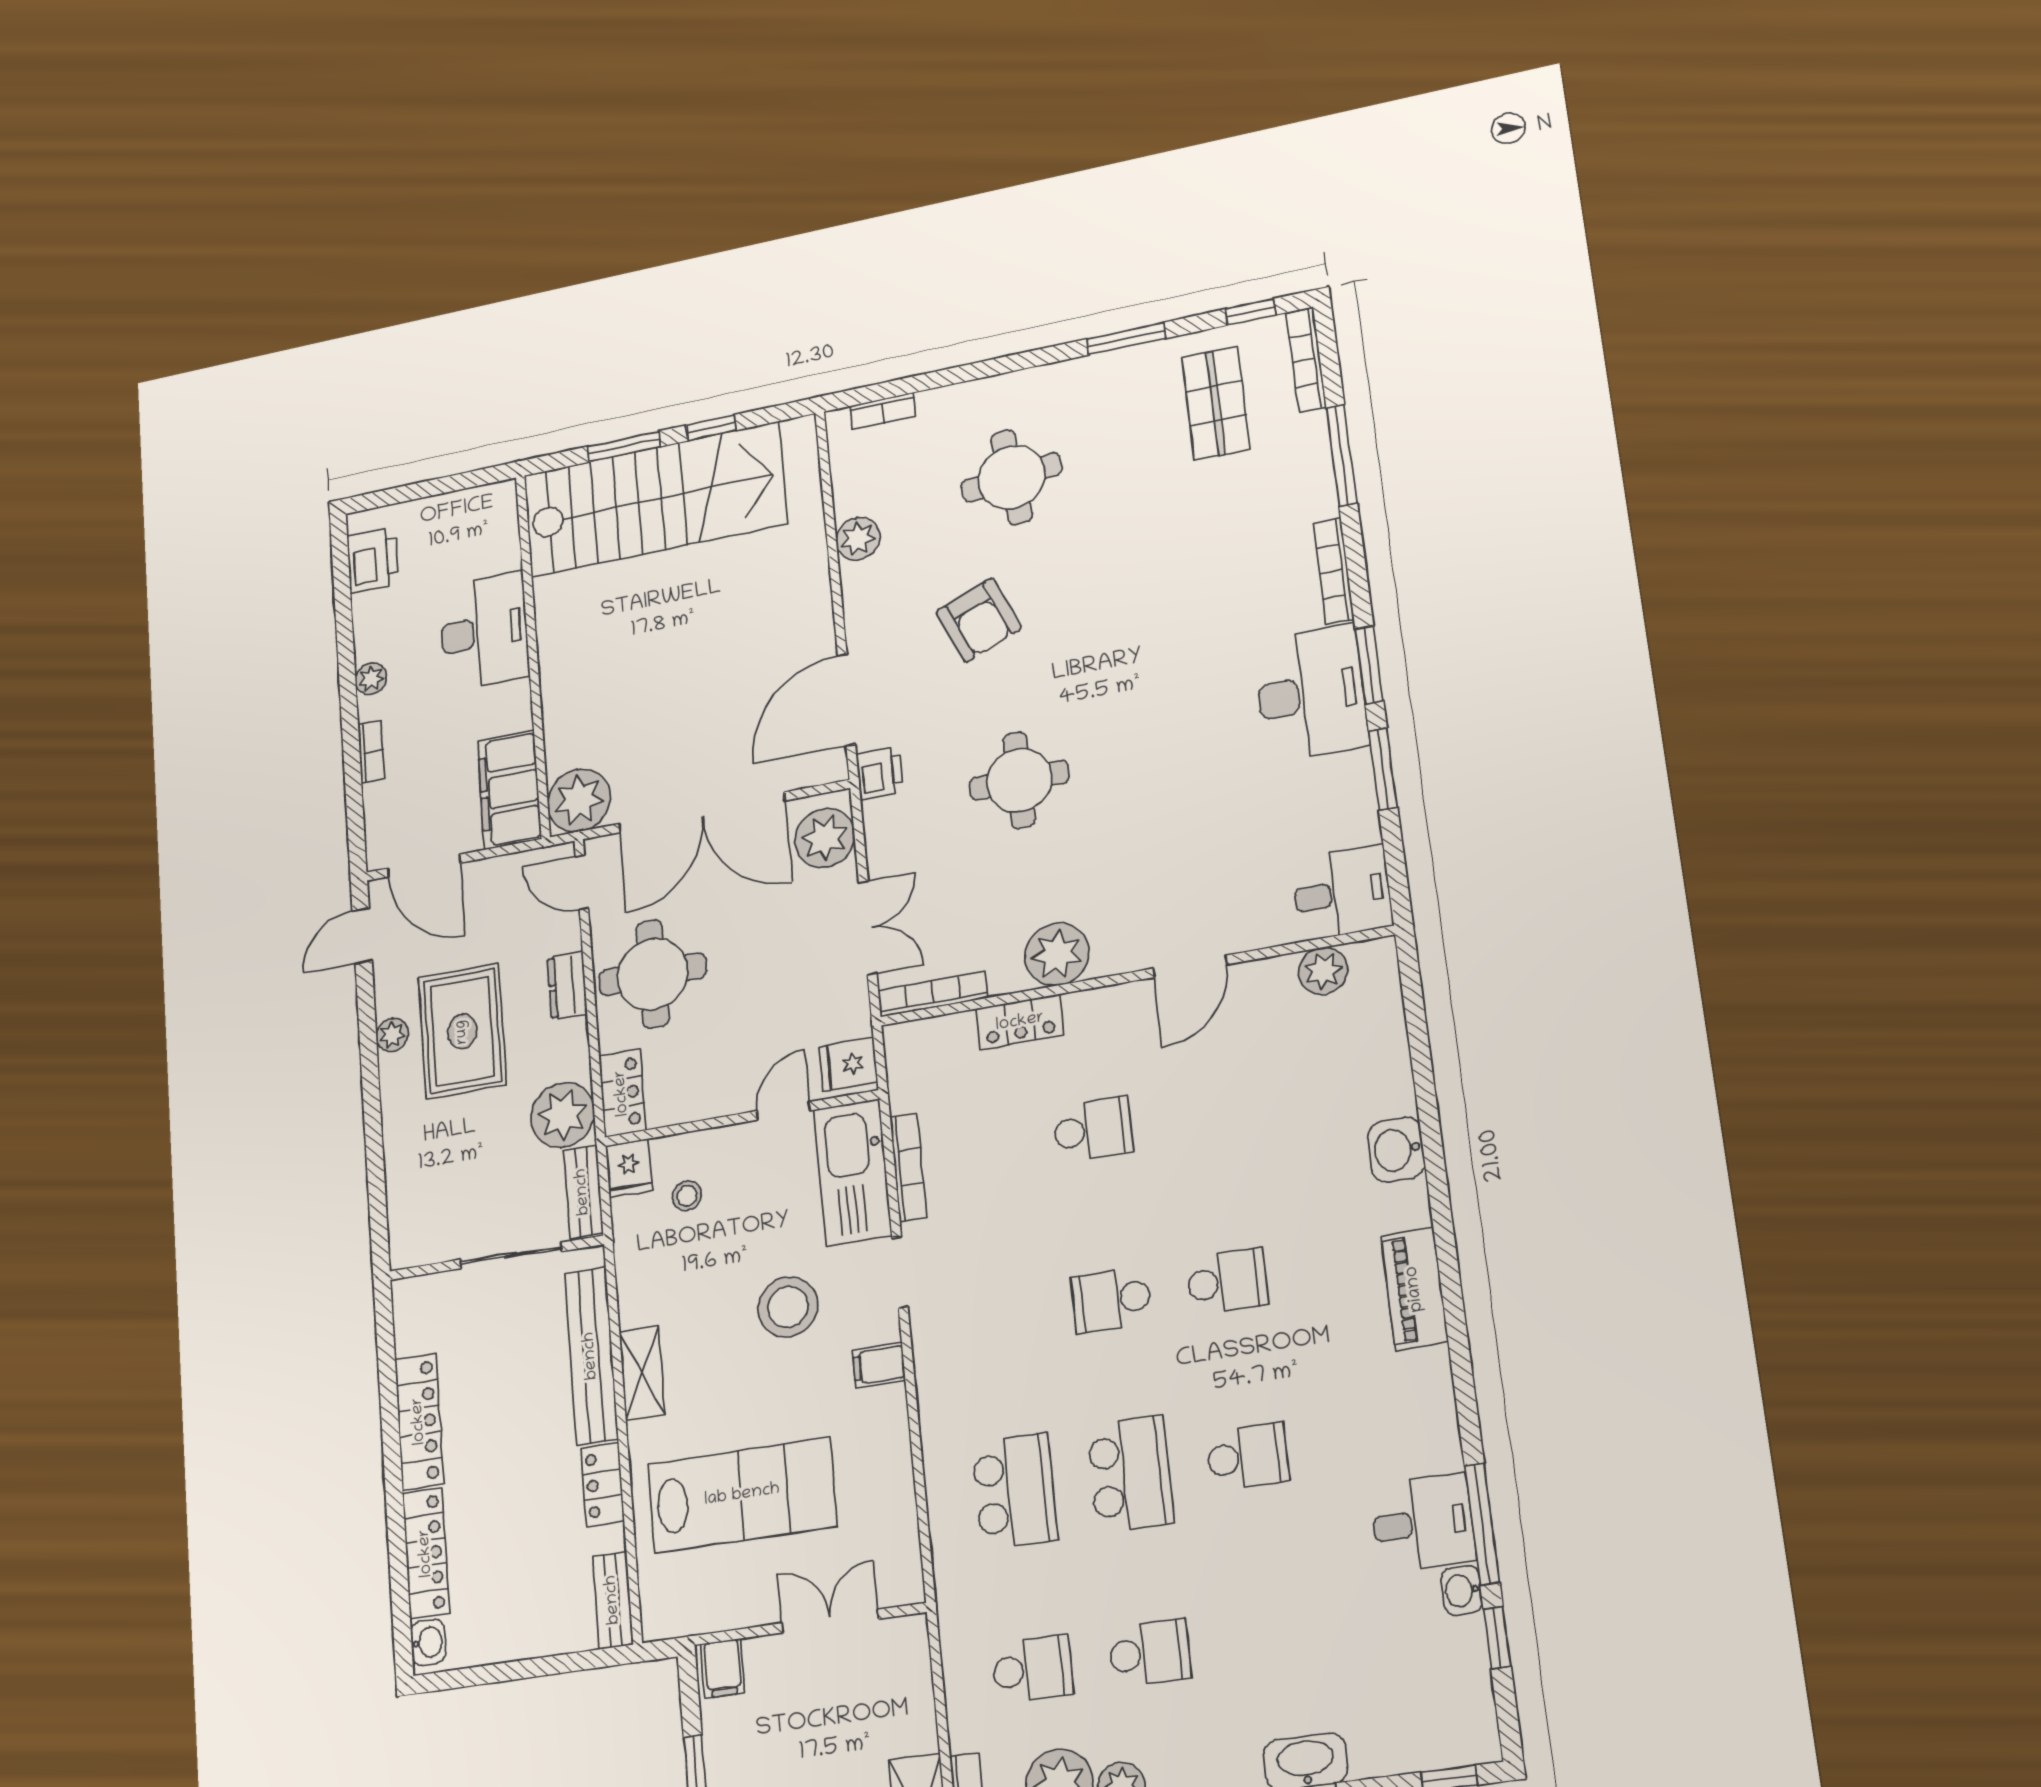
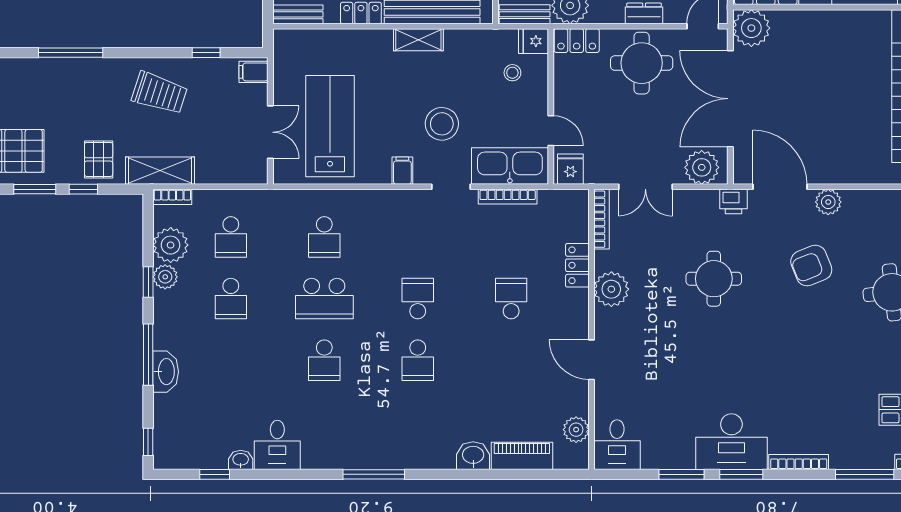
plant: (858, 539) -> (828, 202), moved
school desk: (1093, 1129) -> (511, 299), turned 180
piano: (1415, 1289) -> (522, 456), moved
school desk: (1015, 1491) -> (324, 237), width x0.54
lab bench: (742, 1495) -> (330, 126), moved, turned 180
window: (1482, 1524) -> (374, 474), moved

